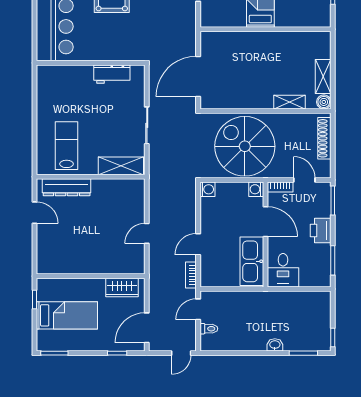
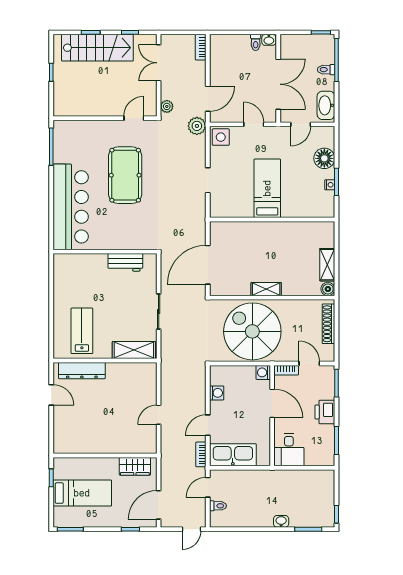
shelving: (289, 102) -> (266, 289), moved
washing machine: (207, 189) -> (217, 393), moved
kitchen sink: (252, 261) -> (233, 455), moved, turned 90

